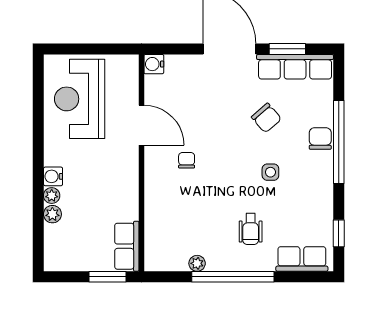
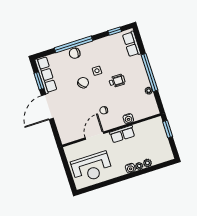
water cooler: (154, 64) -> (128, 119), moved
chair: (266, 118) -> (83, 83), moved
wheelchair: (251, 229) -> (117, 81), moved
row of seats: (127, 246) -> (122, 134), moved

